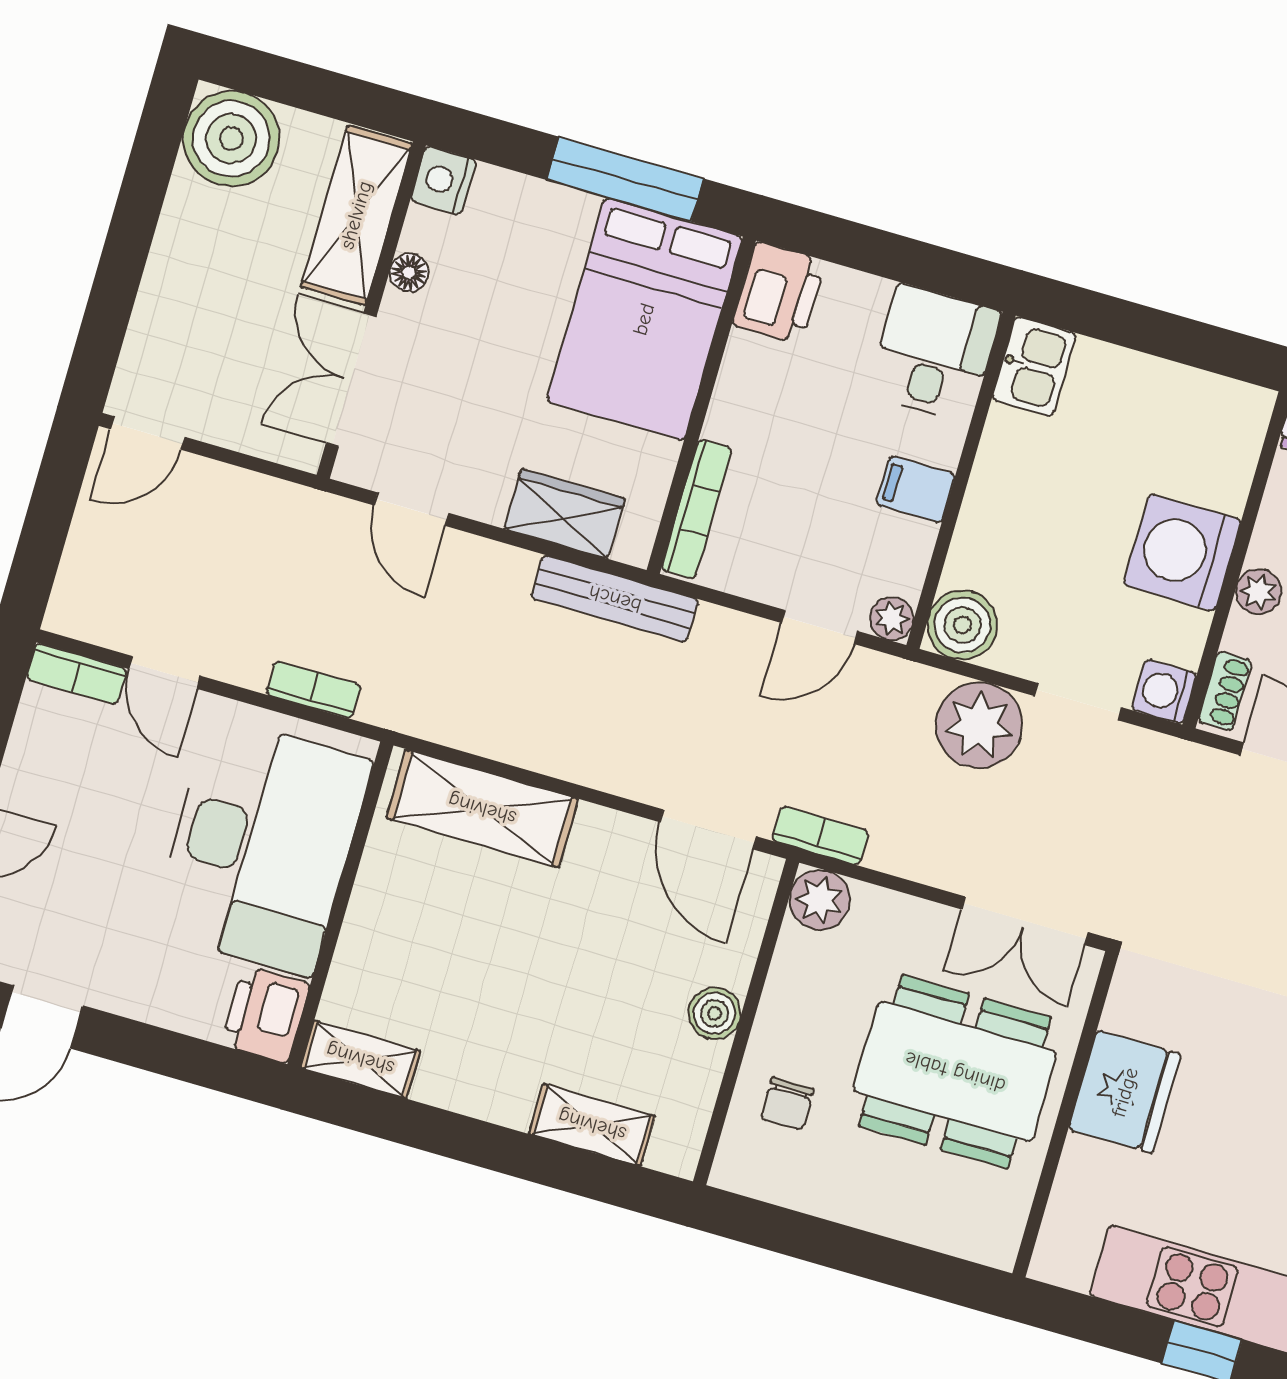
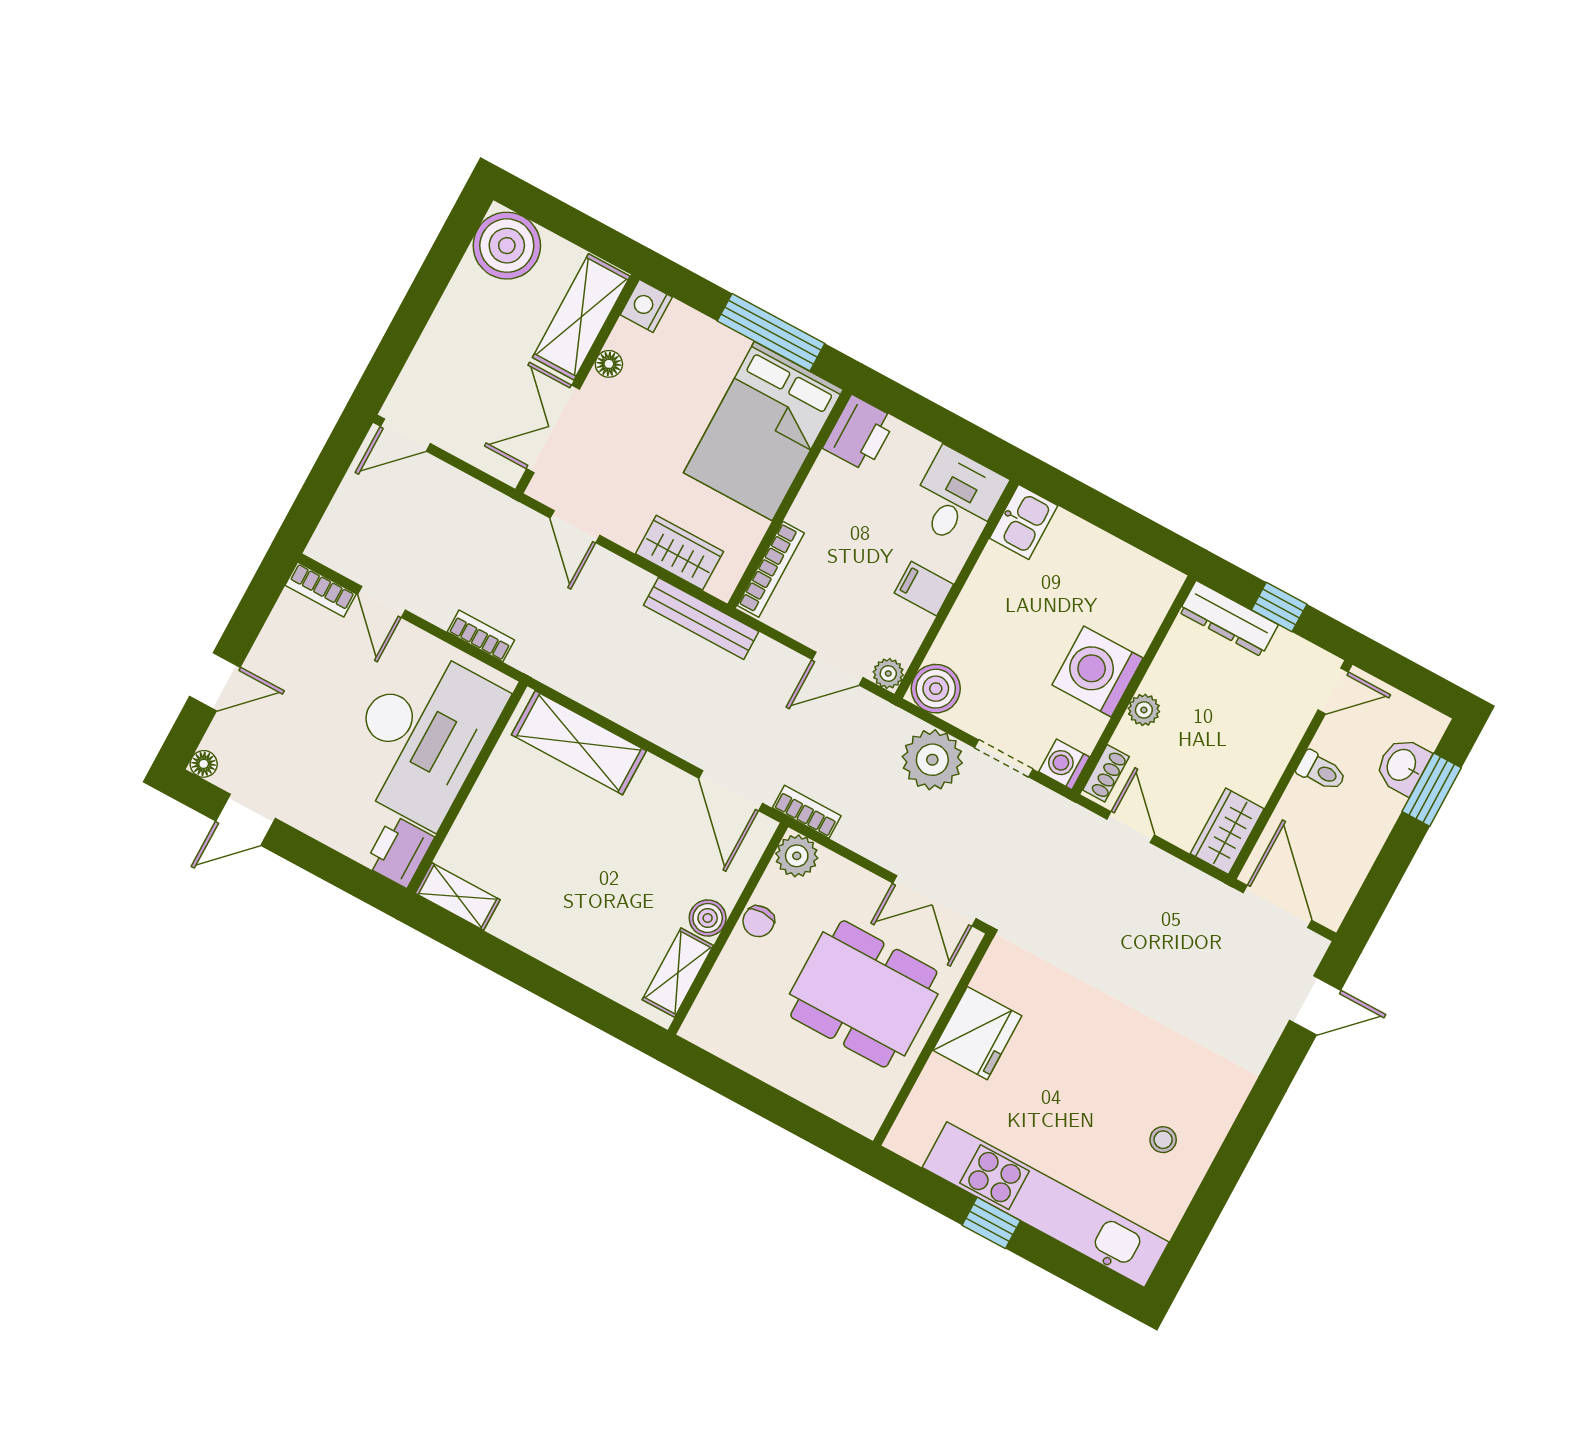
chair: (787, 1104) -> (758, 921), moved
shelving: (592, 1125) -> (678, 973), moved, turned 90

